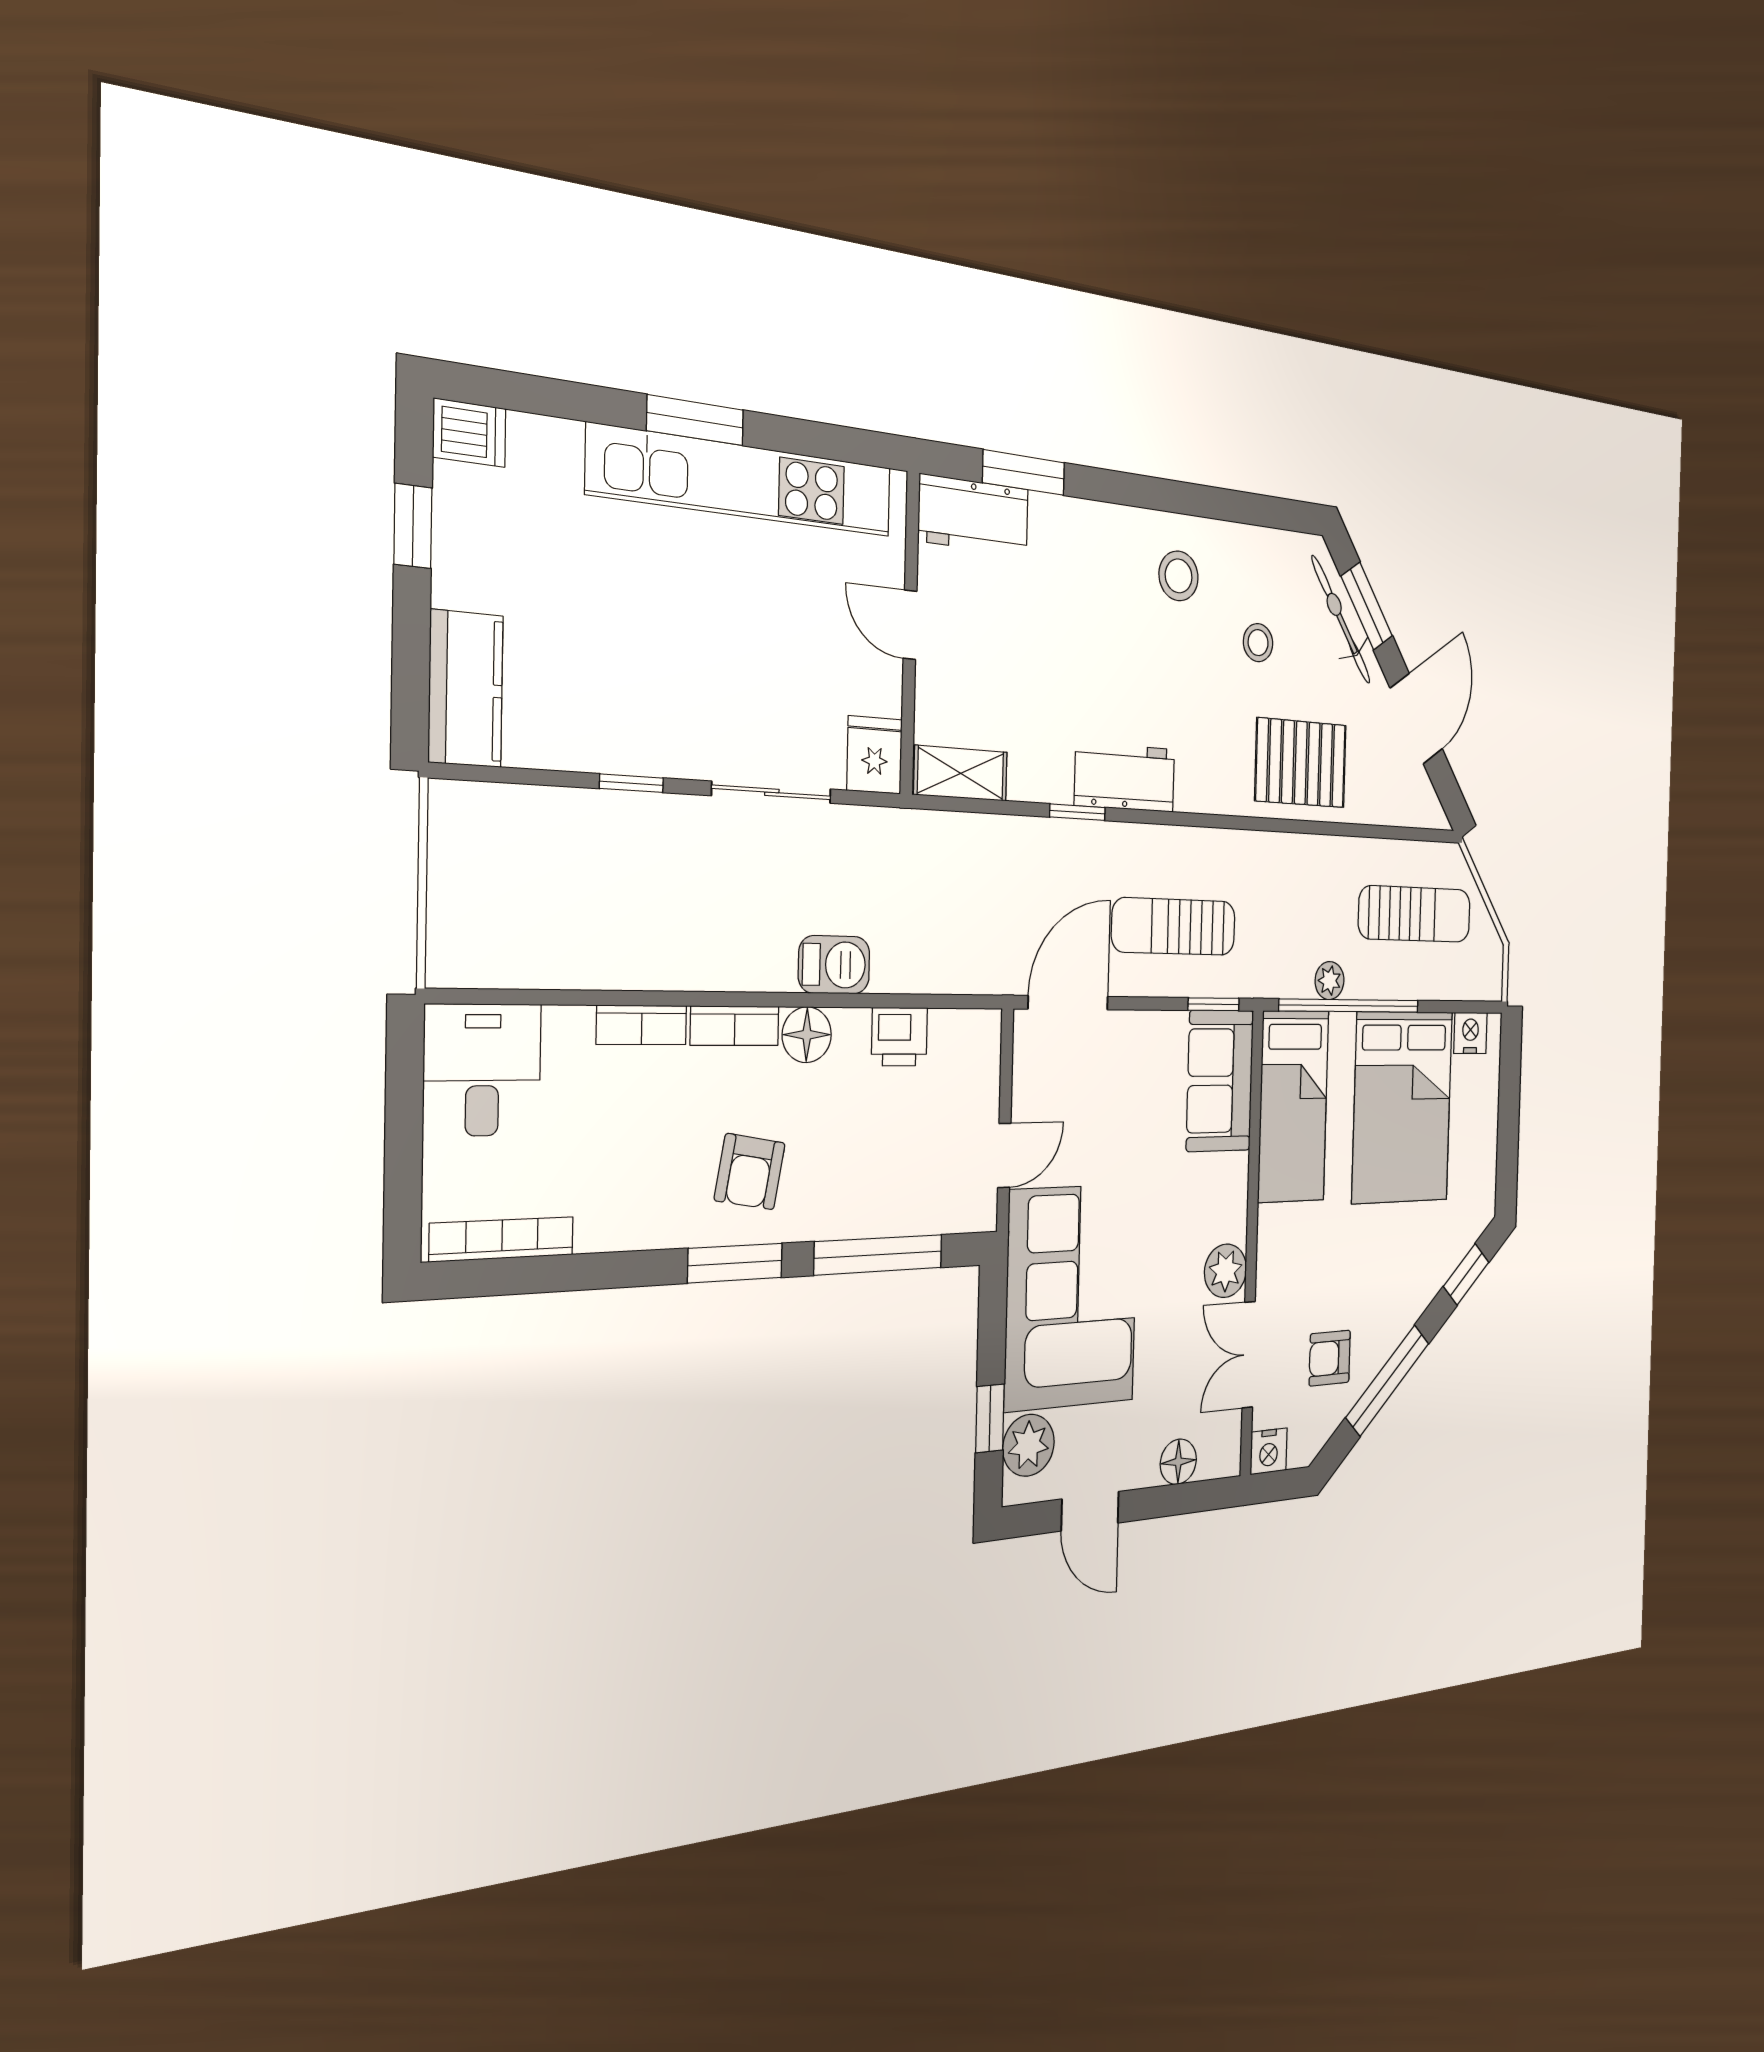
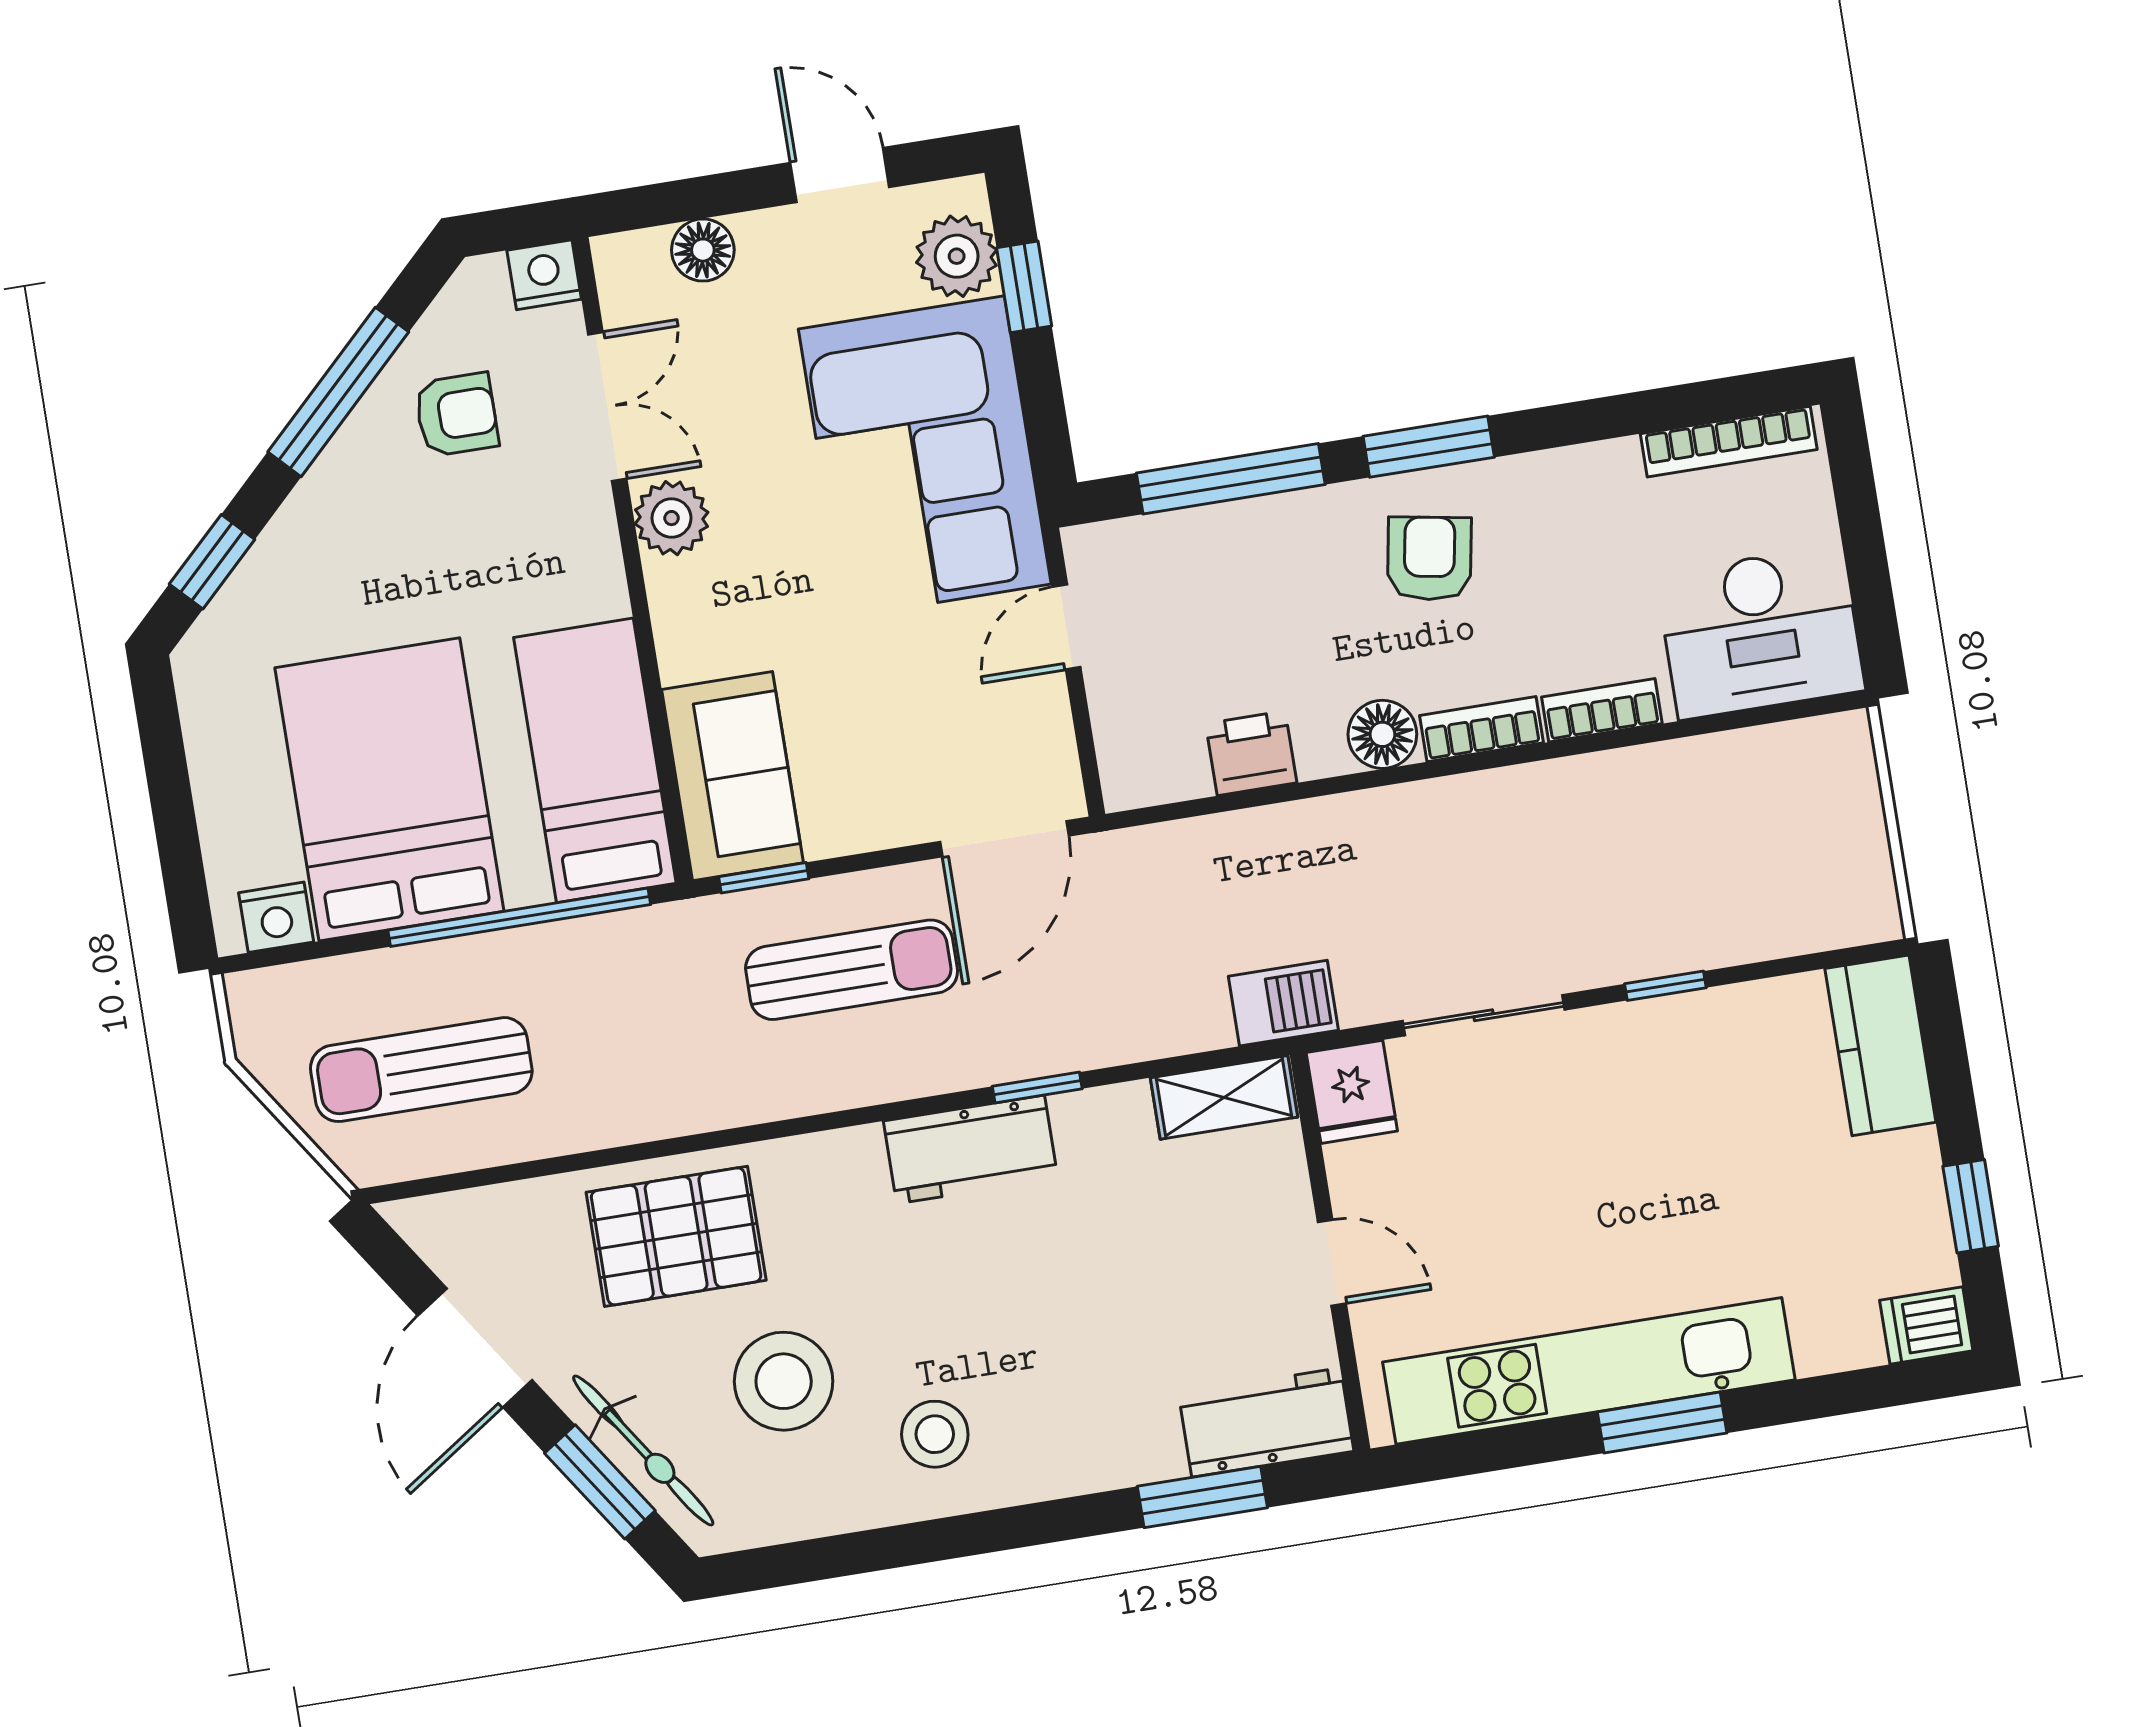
stool: (1258, 643) -> (784, 1381), width x1.89, depth x1.89
barbecue: (834, 965) -> (1283, 1003), moved, turned 180
plant: (1329, 981) -> (564, 946), removed
desk: (482, 1070) -> (1760, 632), width x1.37

